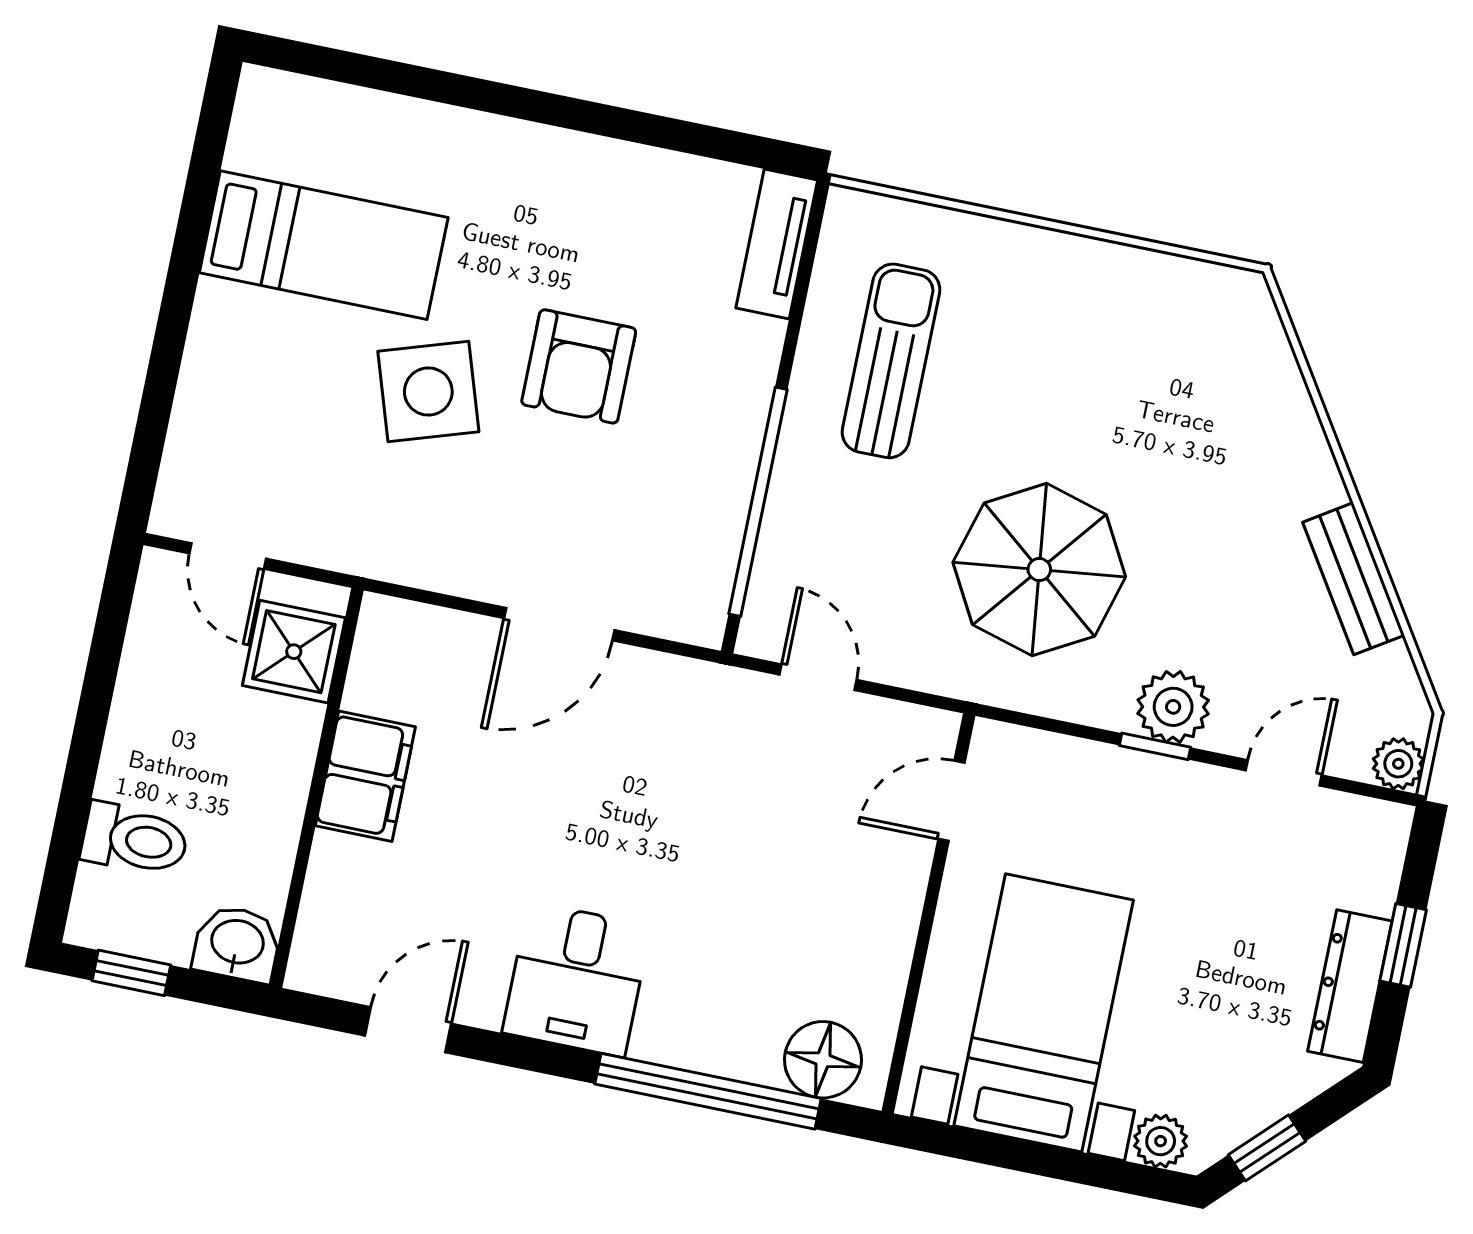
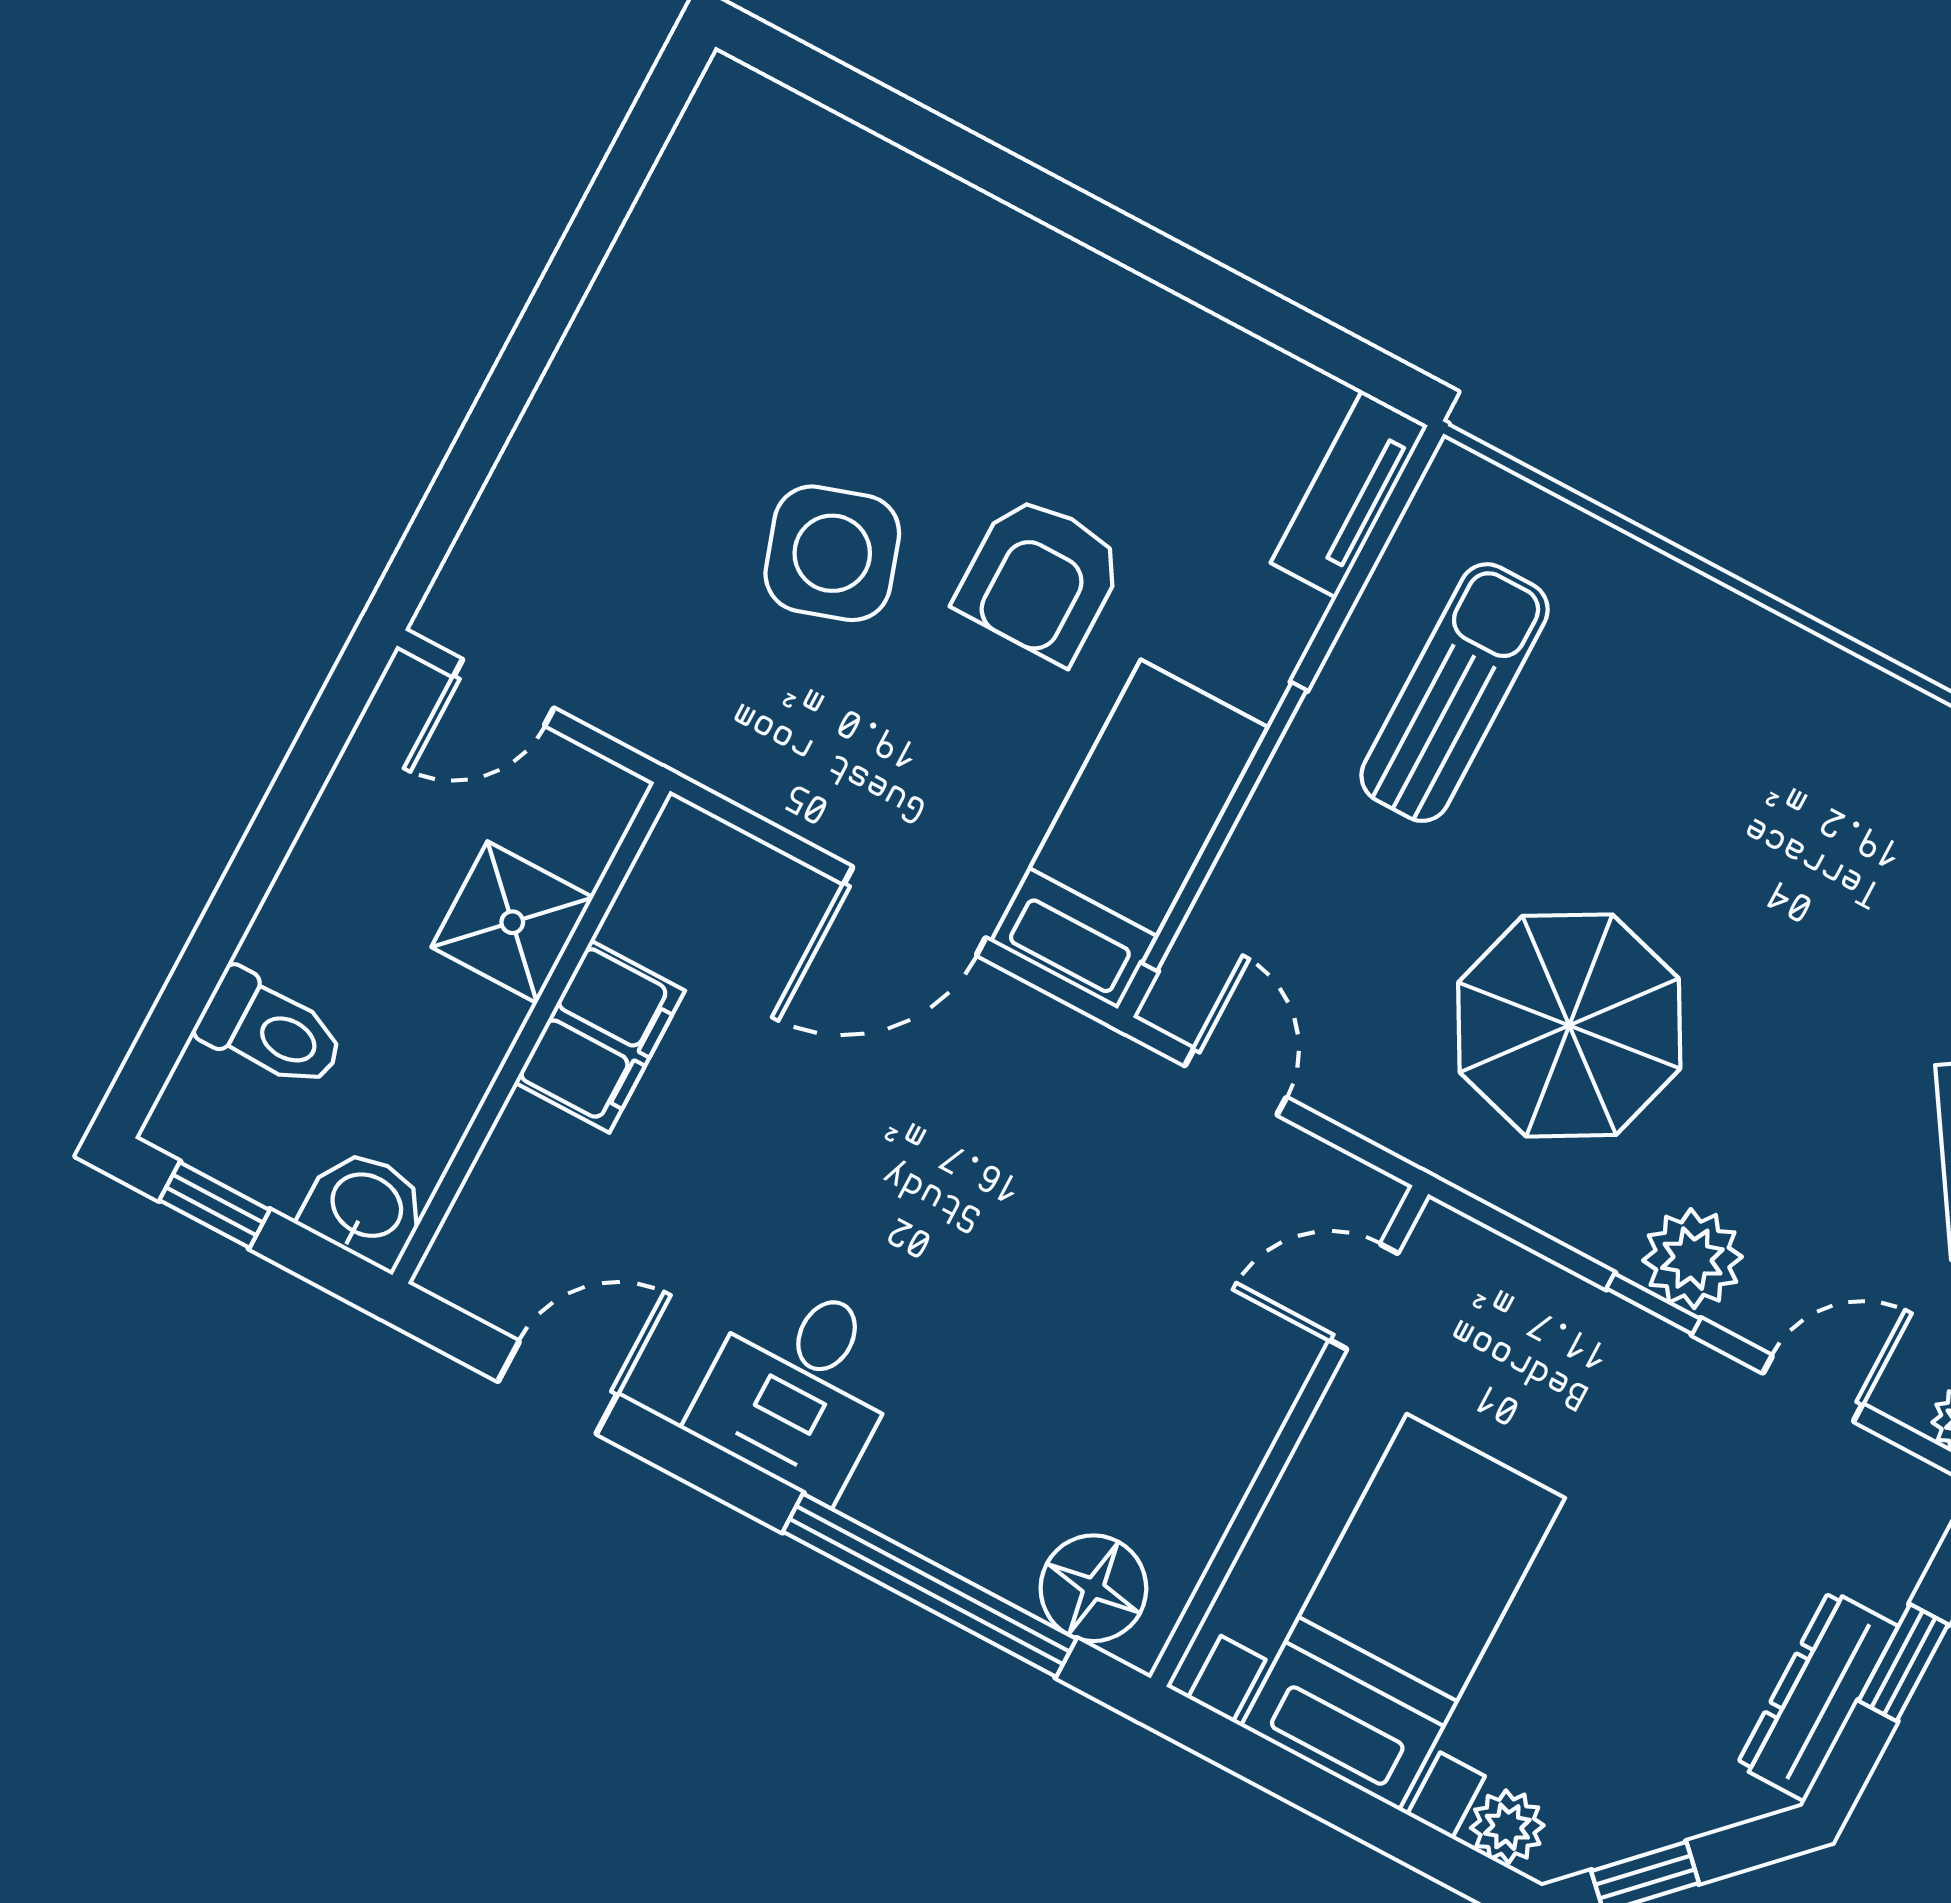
bed: (324, 245) -> (1129, 834), moved, turned -90
door: (228, 556) -> (504, 692), hinge flipped
shower: (294, 652) -> (512, 922), moved

